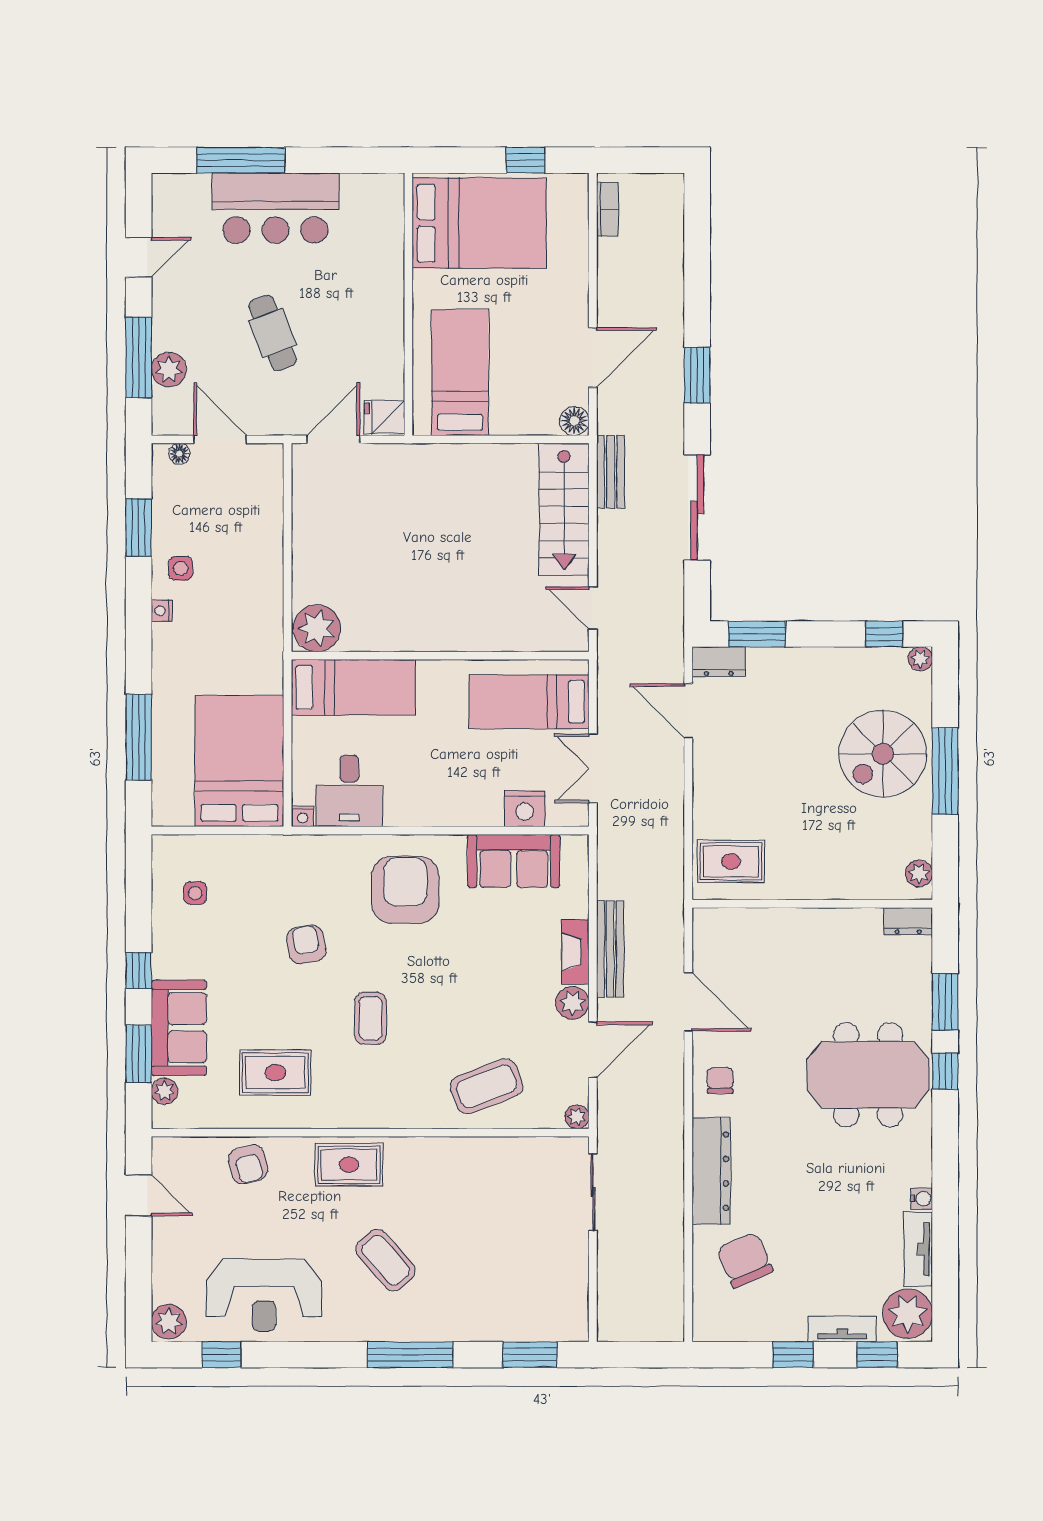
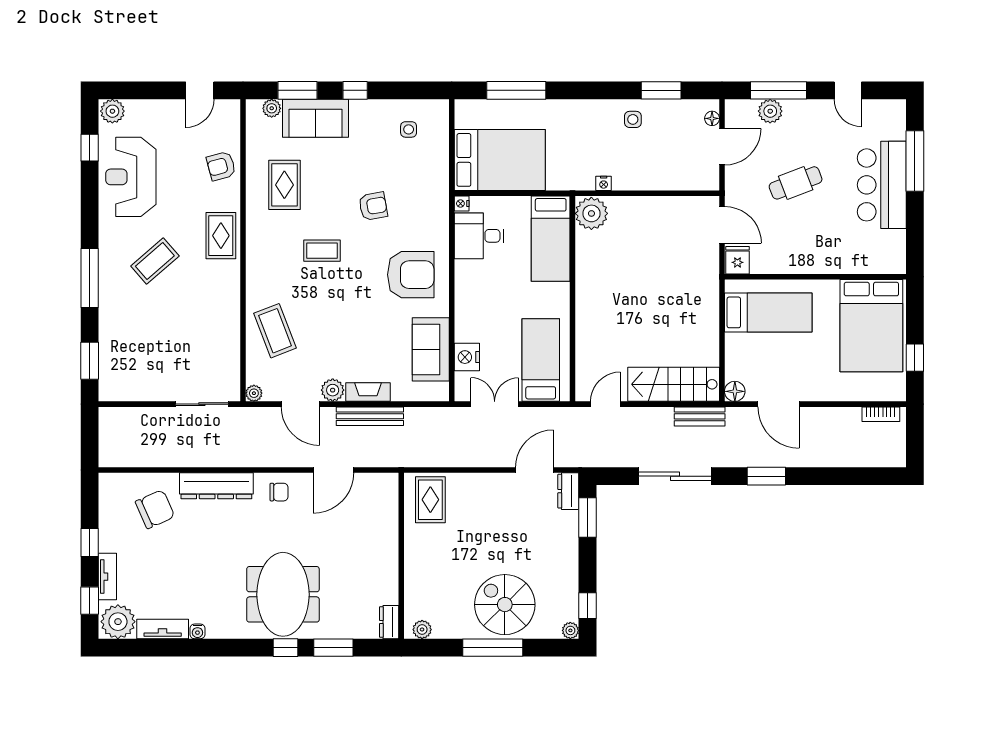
nightstand: (162, 611) -> (604, 183), moved, turned 180

